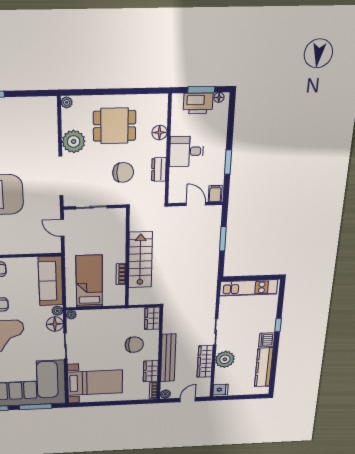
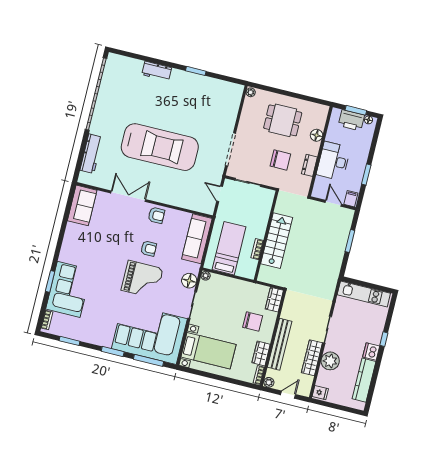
plant: (74, 141) -> (248, 124), removed
desk: (186, 151) -> (333, 161), width x1.37
plant: (57, 311) -> (195, 268), removed

